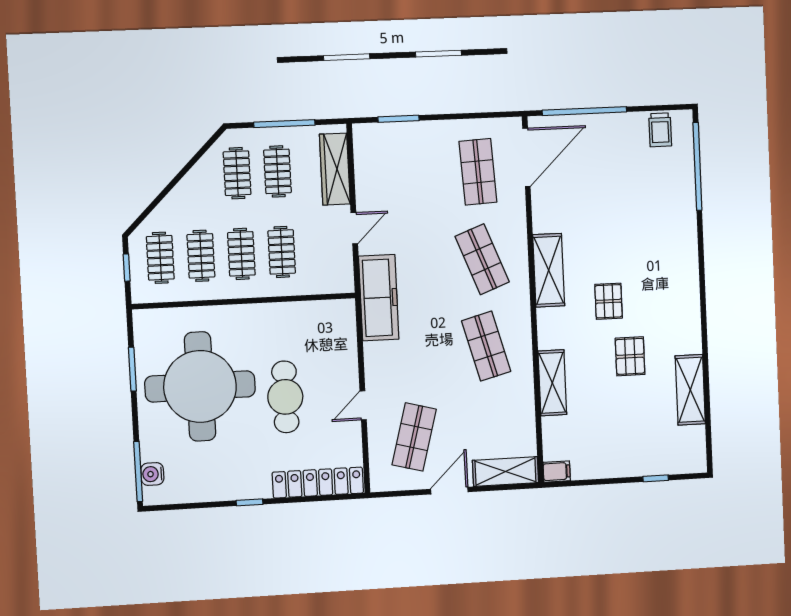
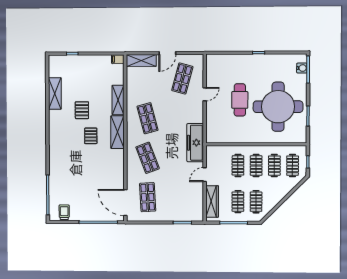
door: (526, 157) -> (125, 203), hinge flipped
shelving: (549, 270) -> (117, 132), moved
locker: (318, 483) -> (227, 60), removed

